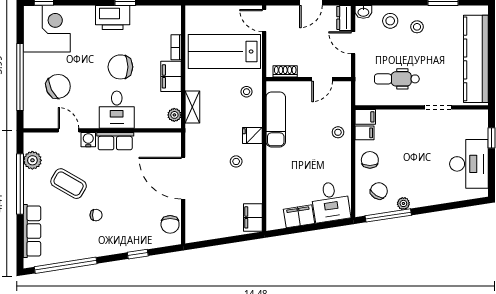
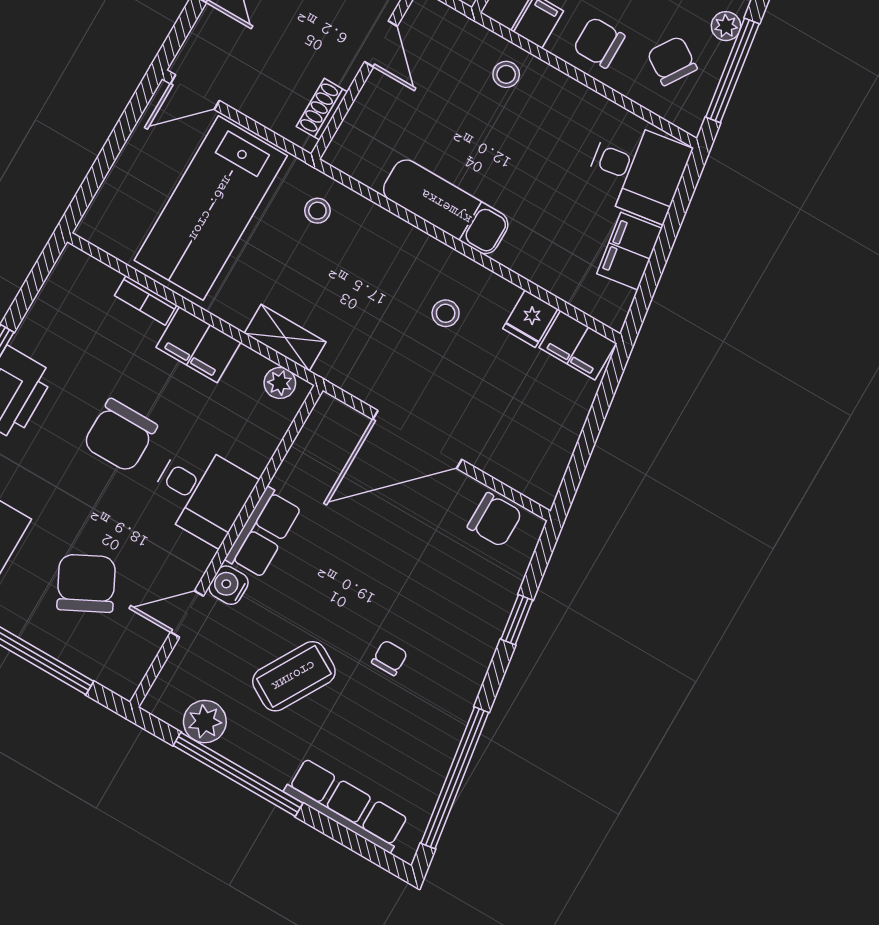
exam couch: (276, 119) -> (446, 207), moved
fridge: (252, 135) -> (530, 319), moved

